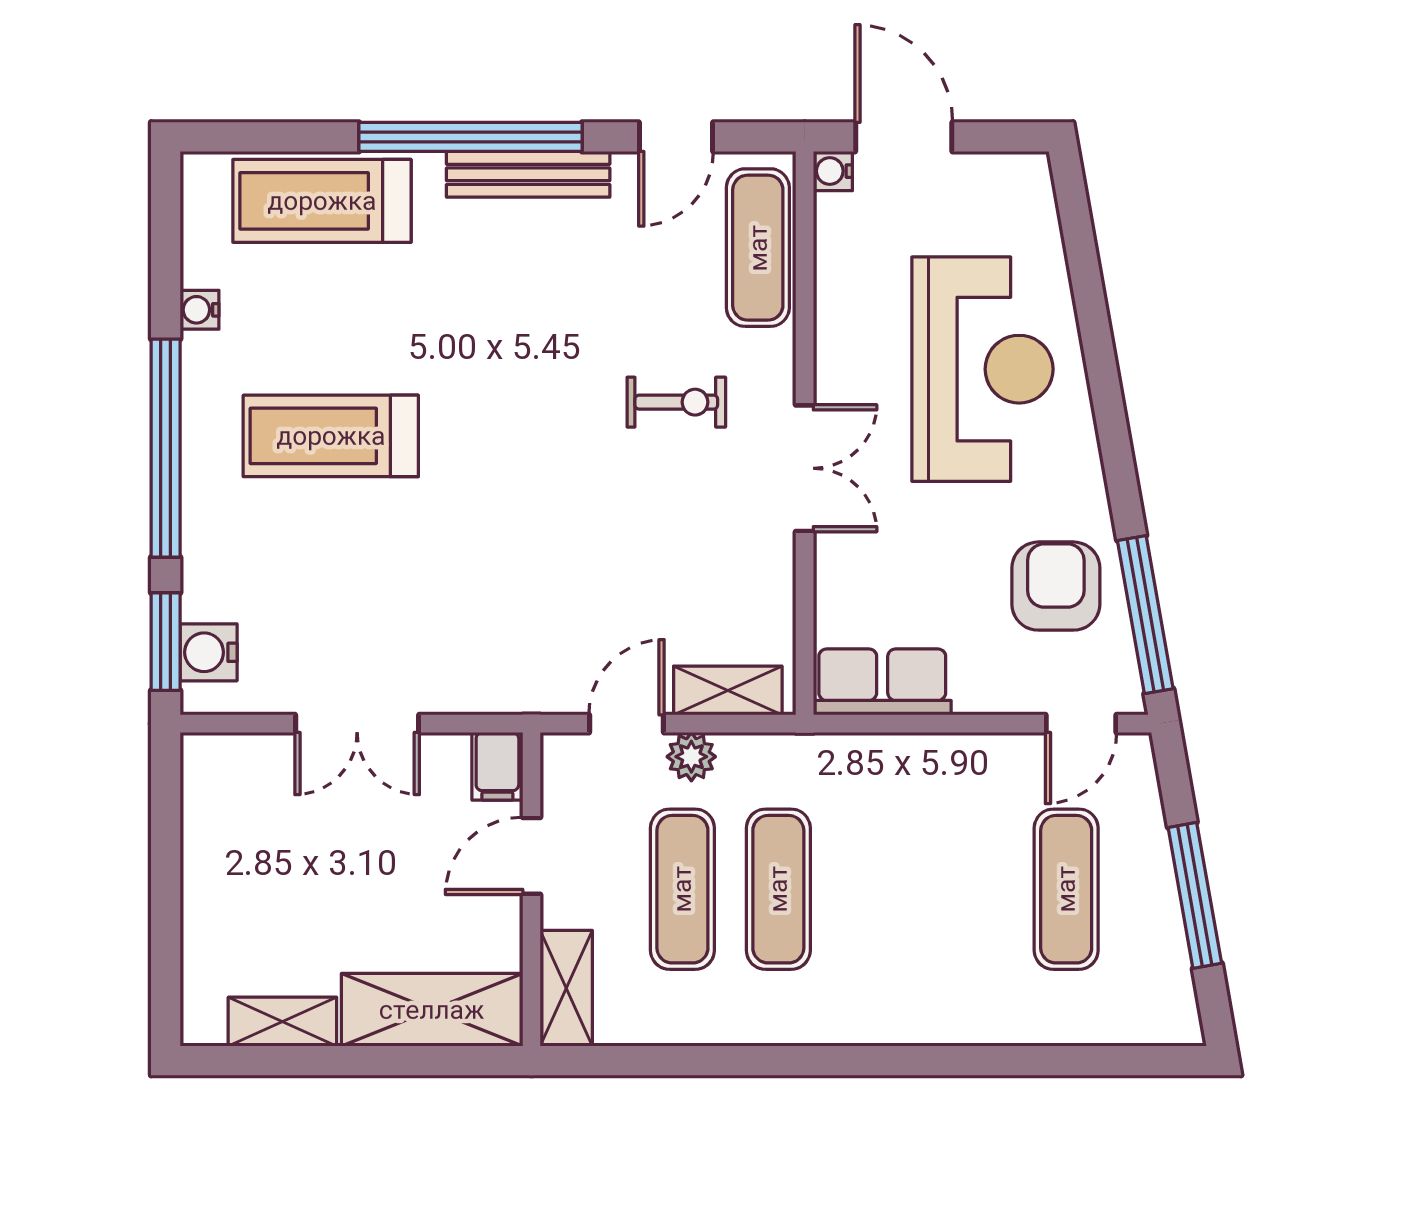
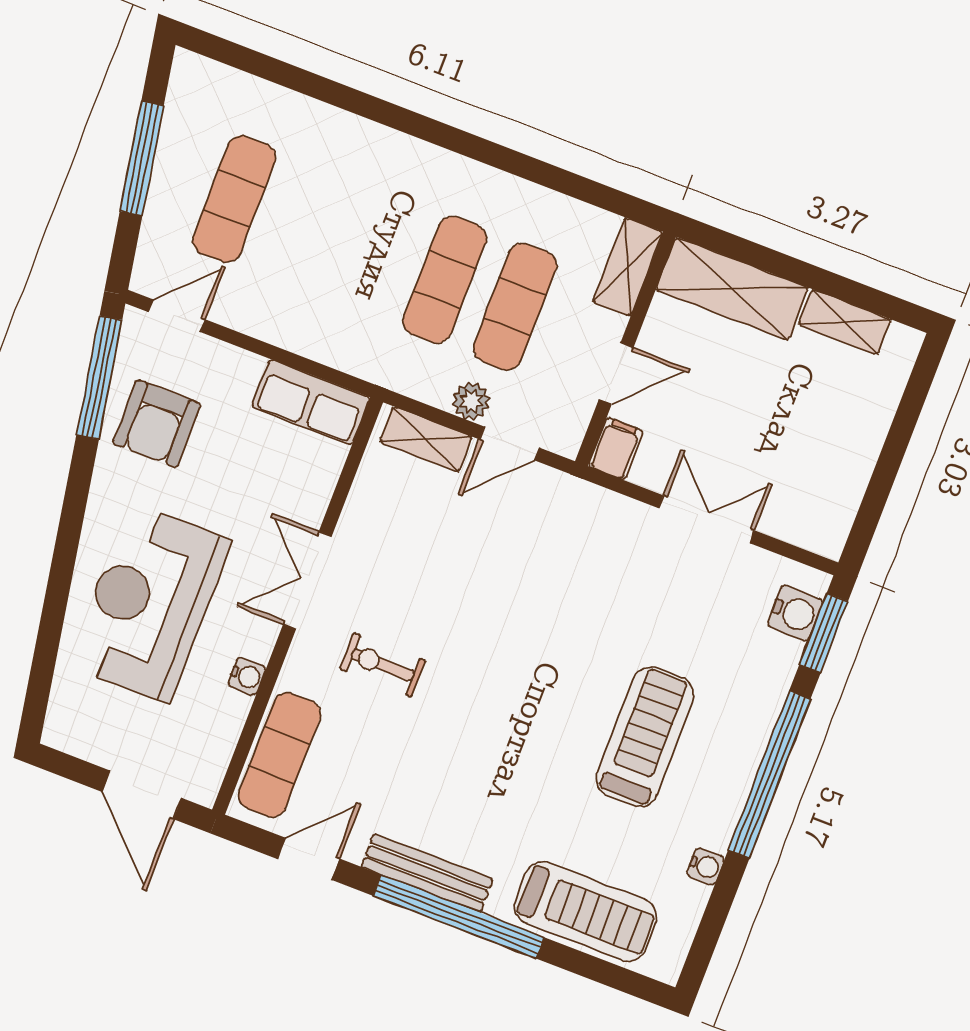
water cooler: (833, 171) -> (247, 676), moved
treadmill: (331, 436) -> (645, 737), turned -90

